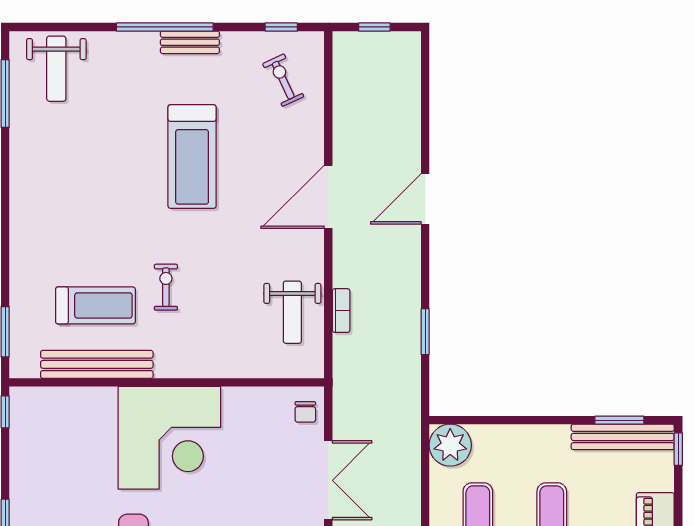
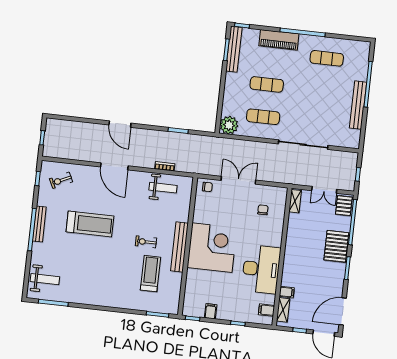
bench: (190, 42) -> (39, 224), width x1.36
bench: (97, 364) -> (180, 247), moved
filing cabinet: (26, 451) -> (211, 311), added

